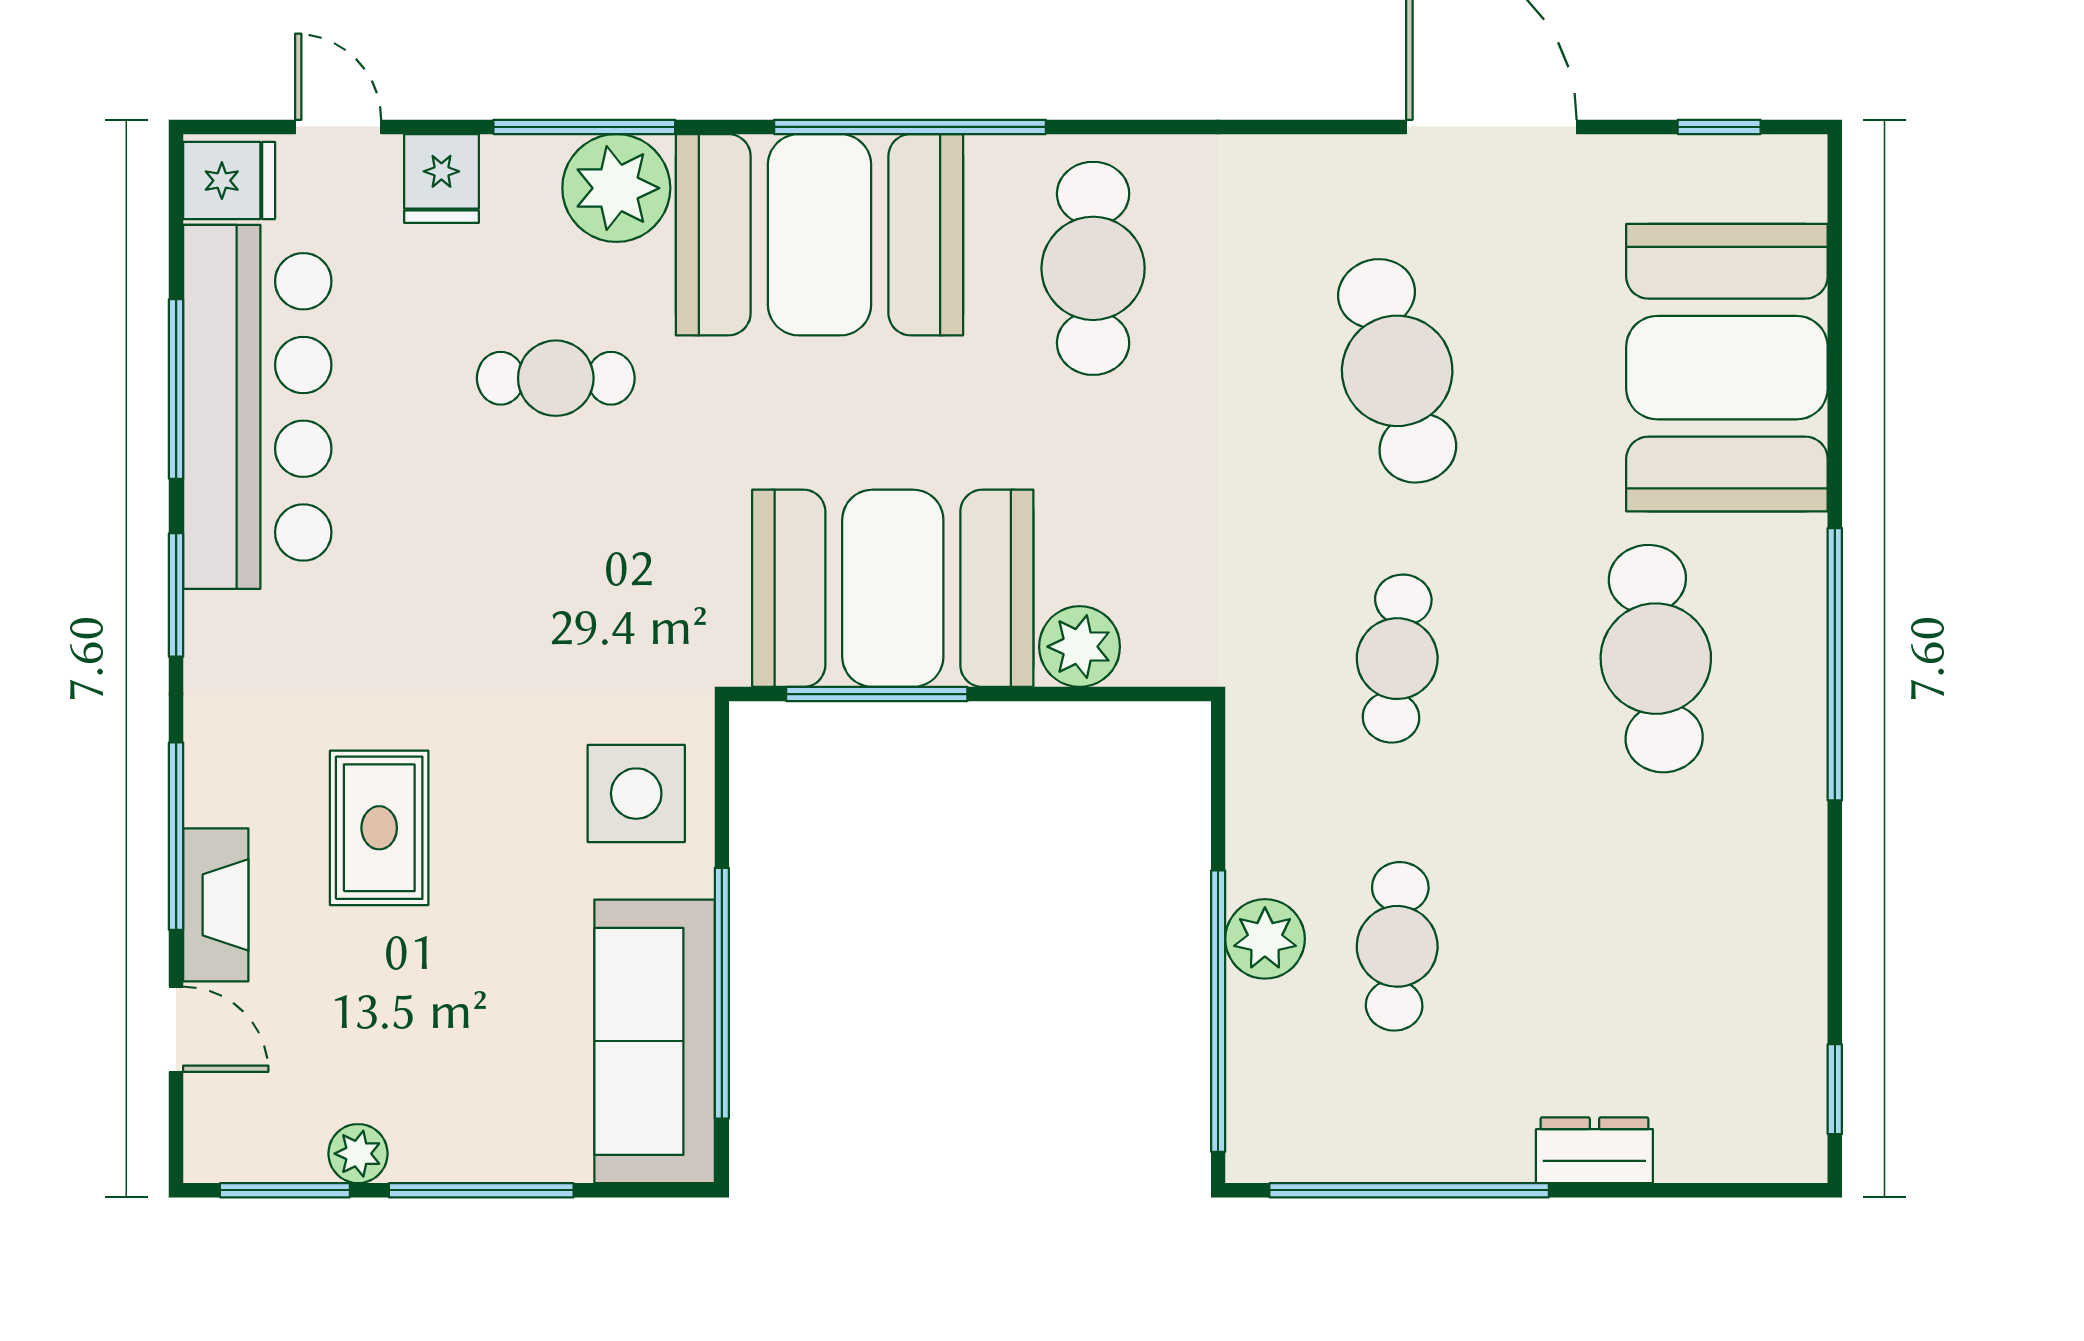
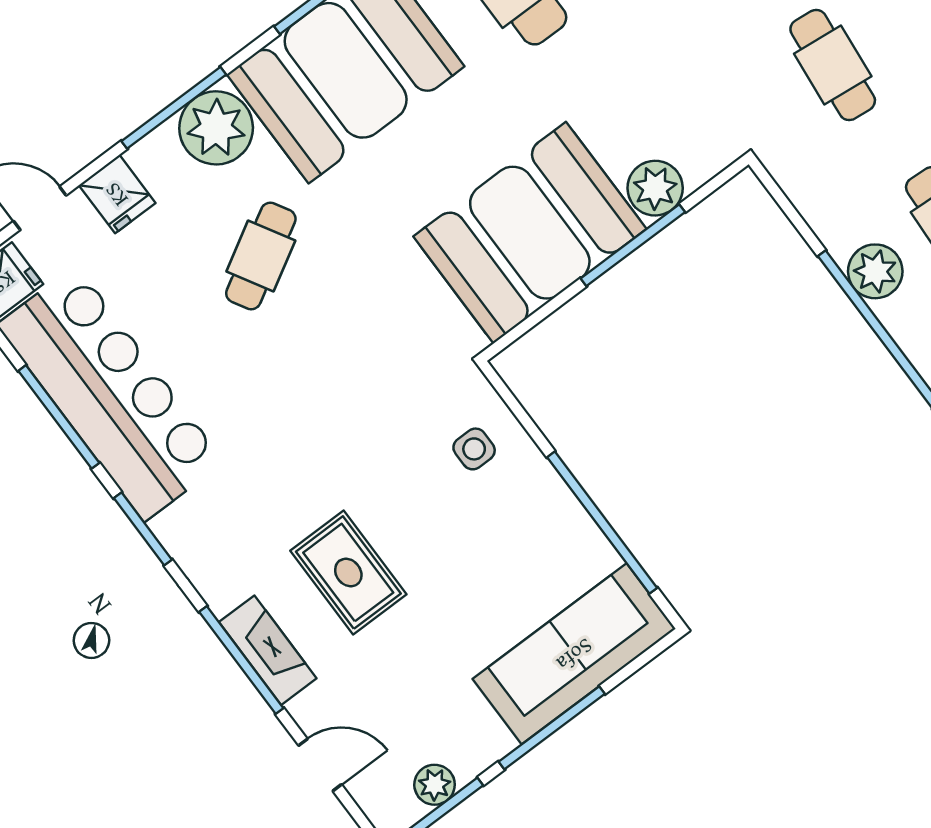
cafe table: (556, 378) -> (261, 256), turned -30
window: (877, 694) -> (633, 245), moved
side table: (636, 794) -> (474, 449), width x0.54, depth x0.54
fireplace: (216, 905) -> (268, 650), moved
sofa: (655, 1041) -> (574, 654), moved, turned 90
plant: (358, 1154) -> (435, 785), moved

